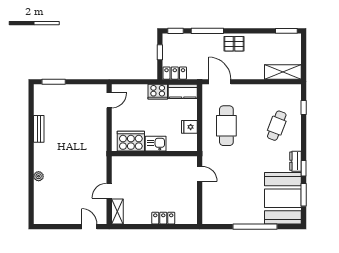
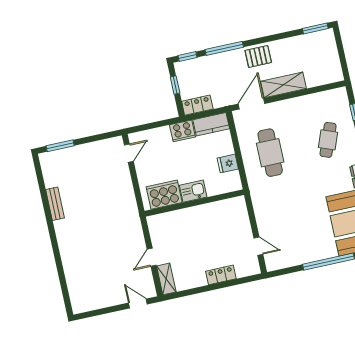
shelving: (283, 72) -> (284, 85), moved
door: (220, 82) -> (252, 104), hinge flipped
door: (200, 174) -> (258, 246), moved
plant: (39, 176) -> (67, 258), removed

